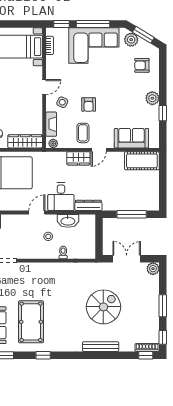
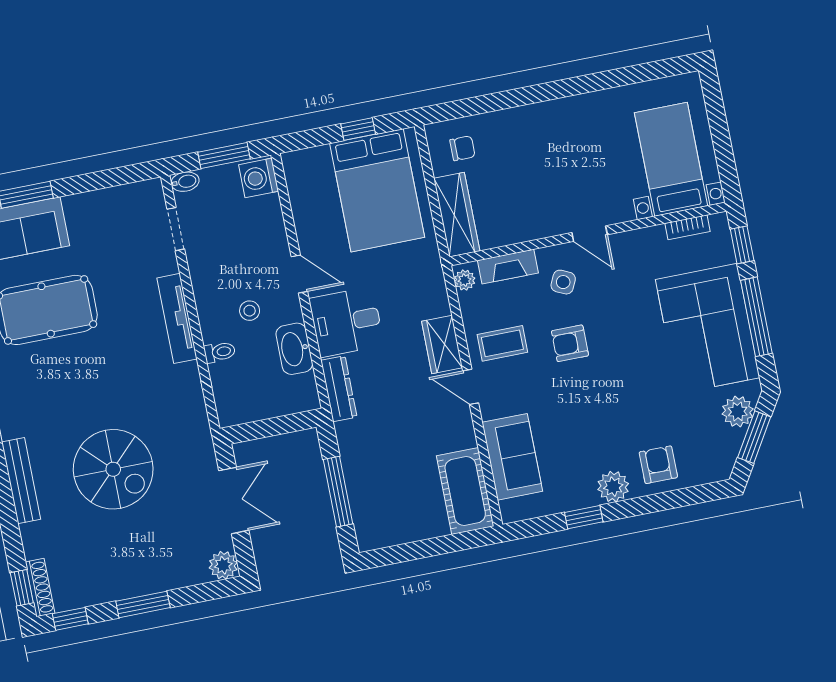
armchair: (142, 65) -> (658, 465), moved
tv unit: (45, 268) -> (177, 318), added

